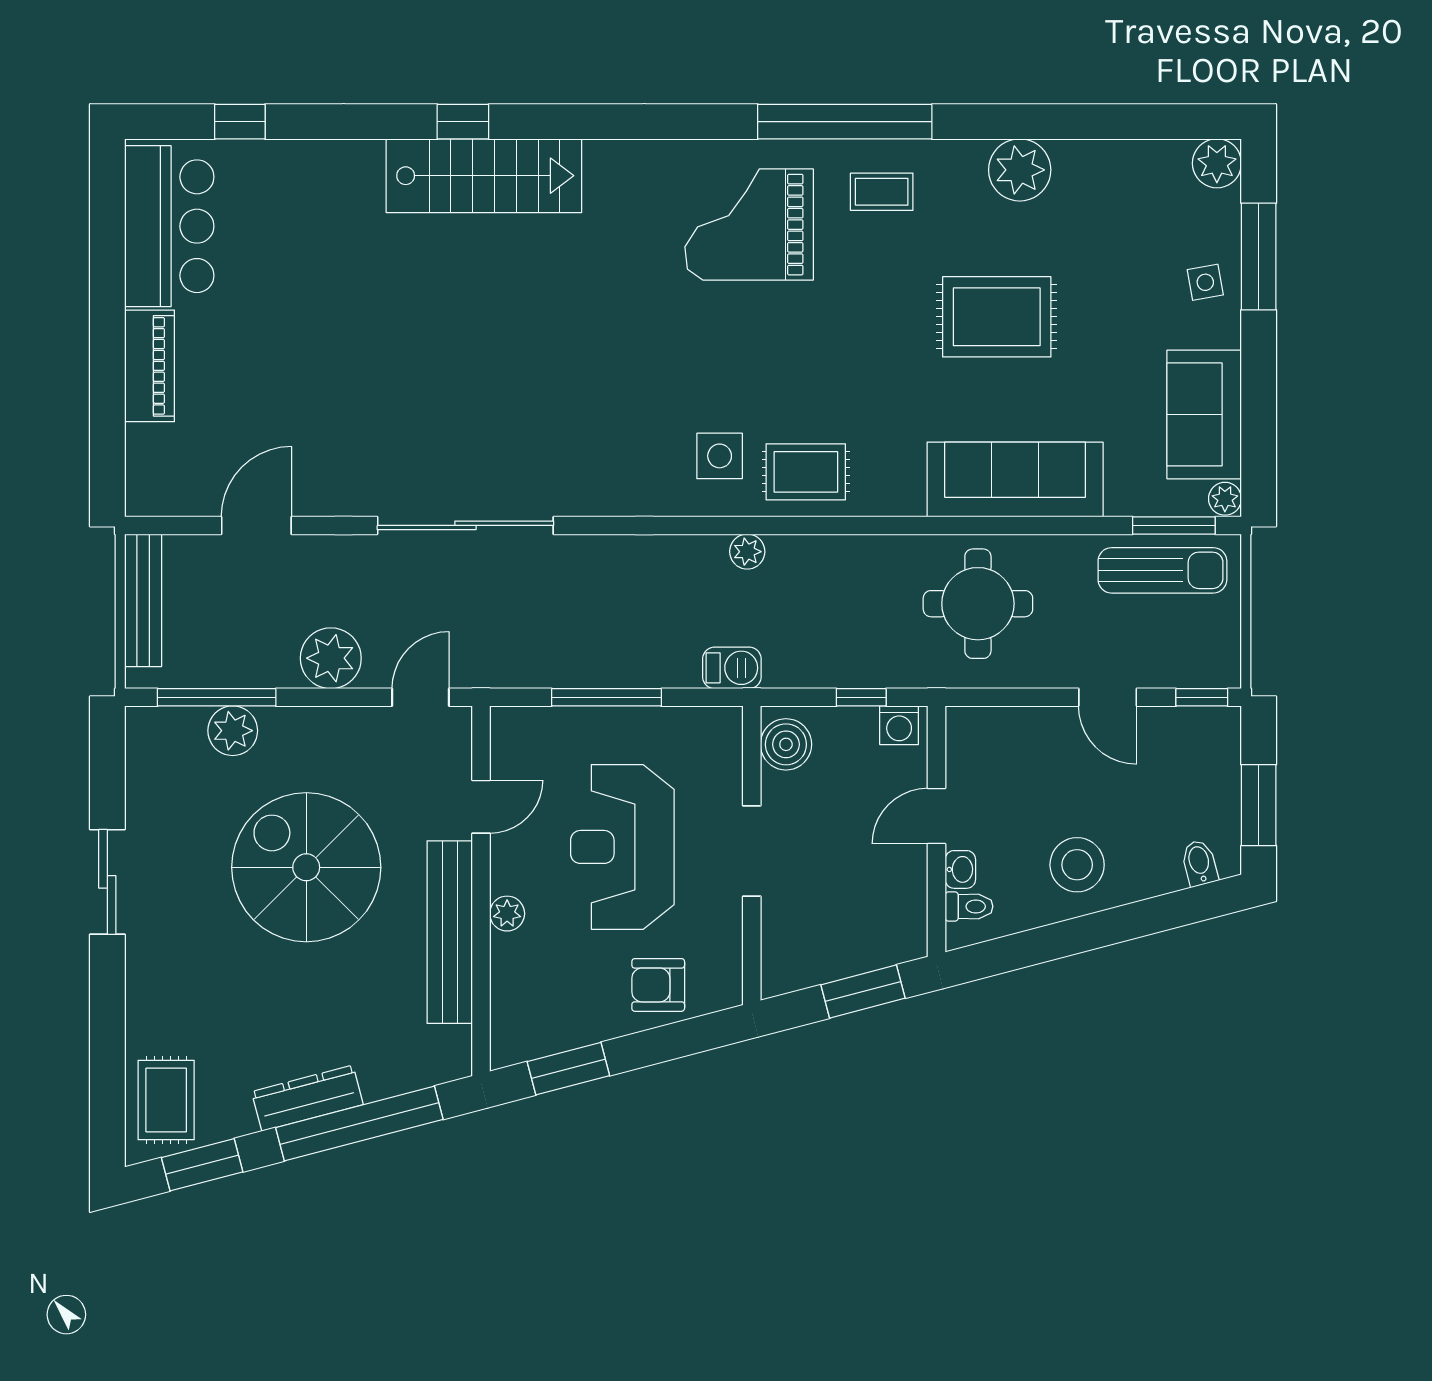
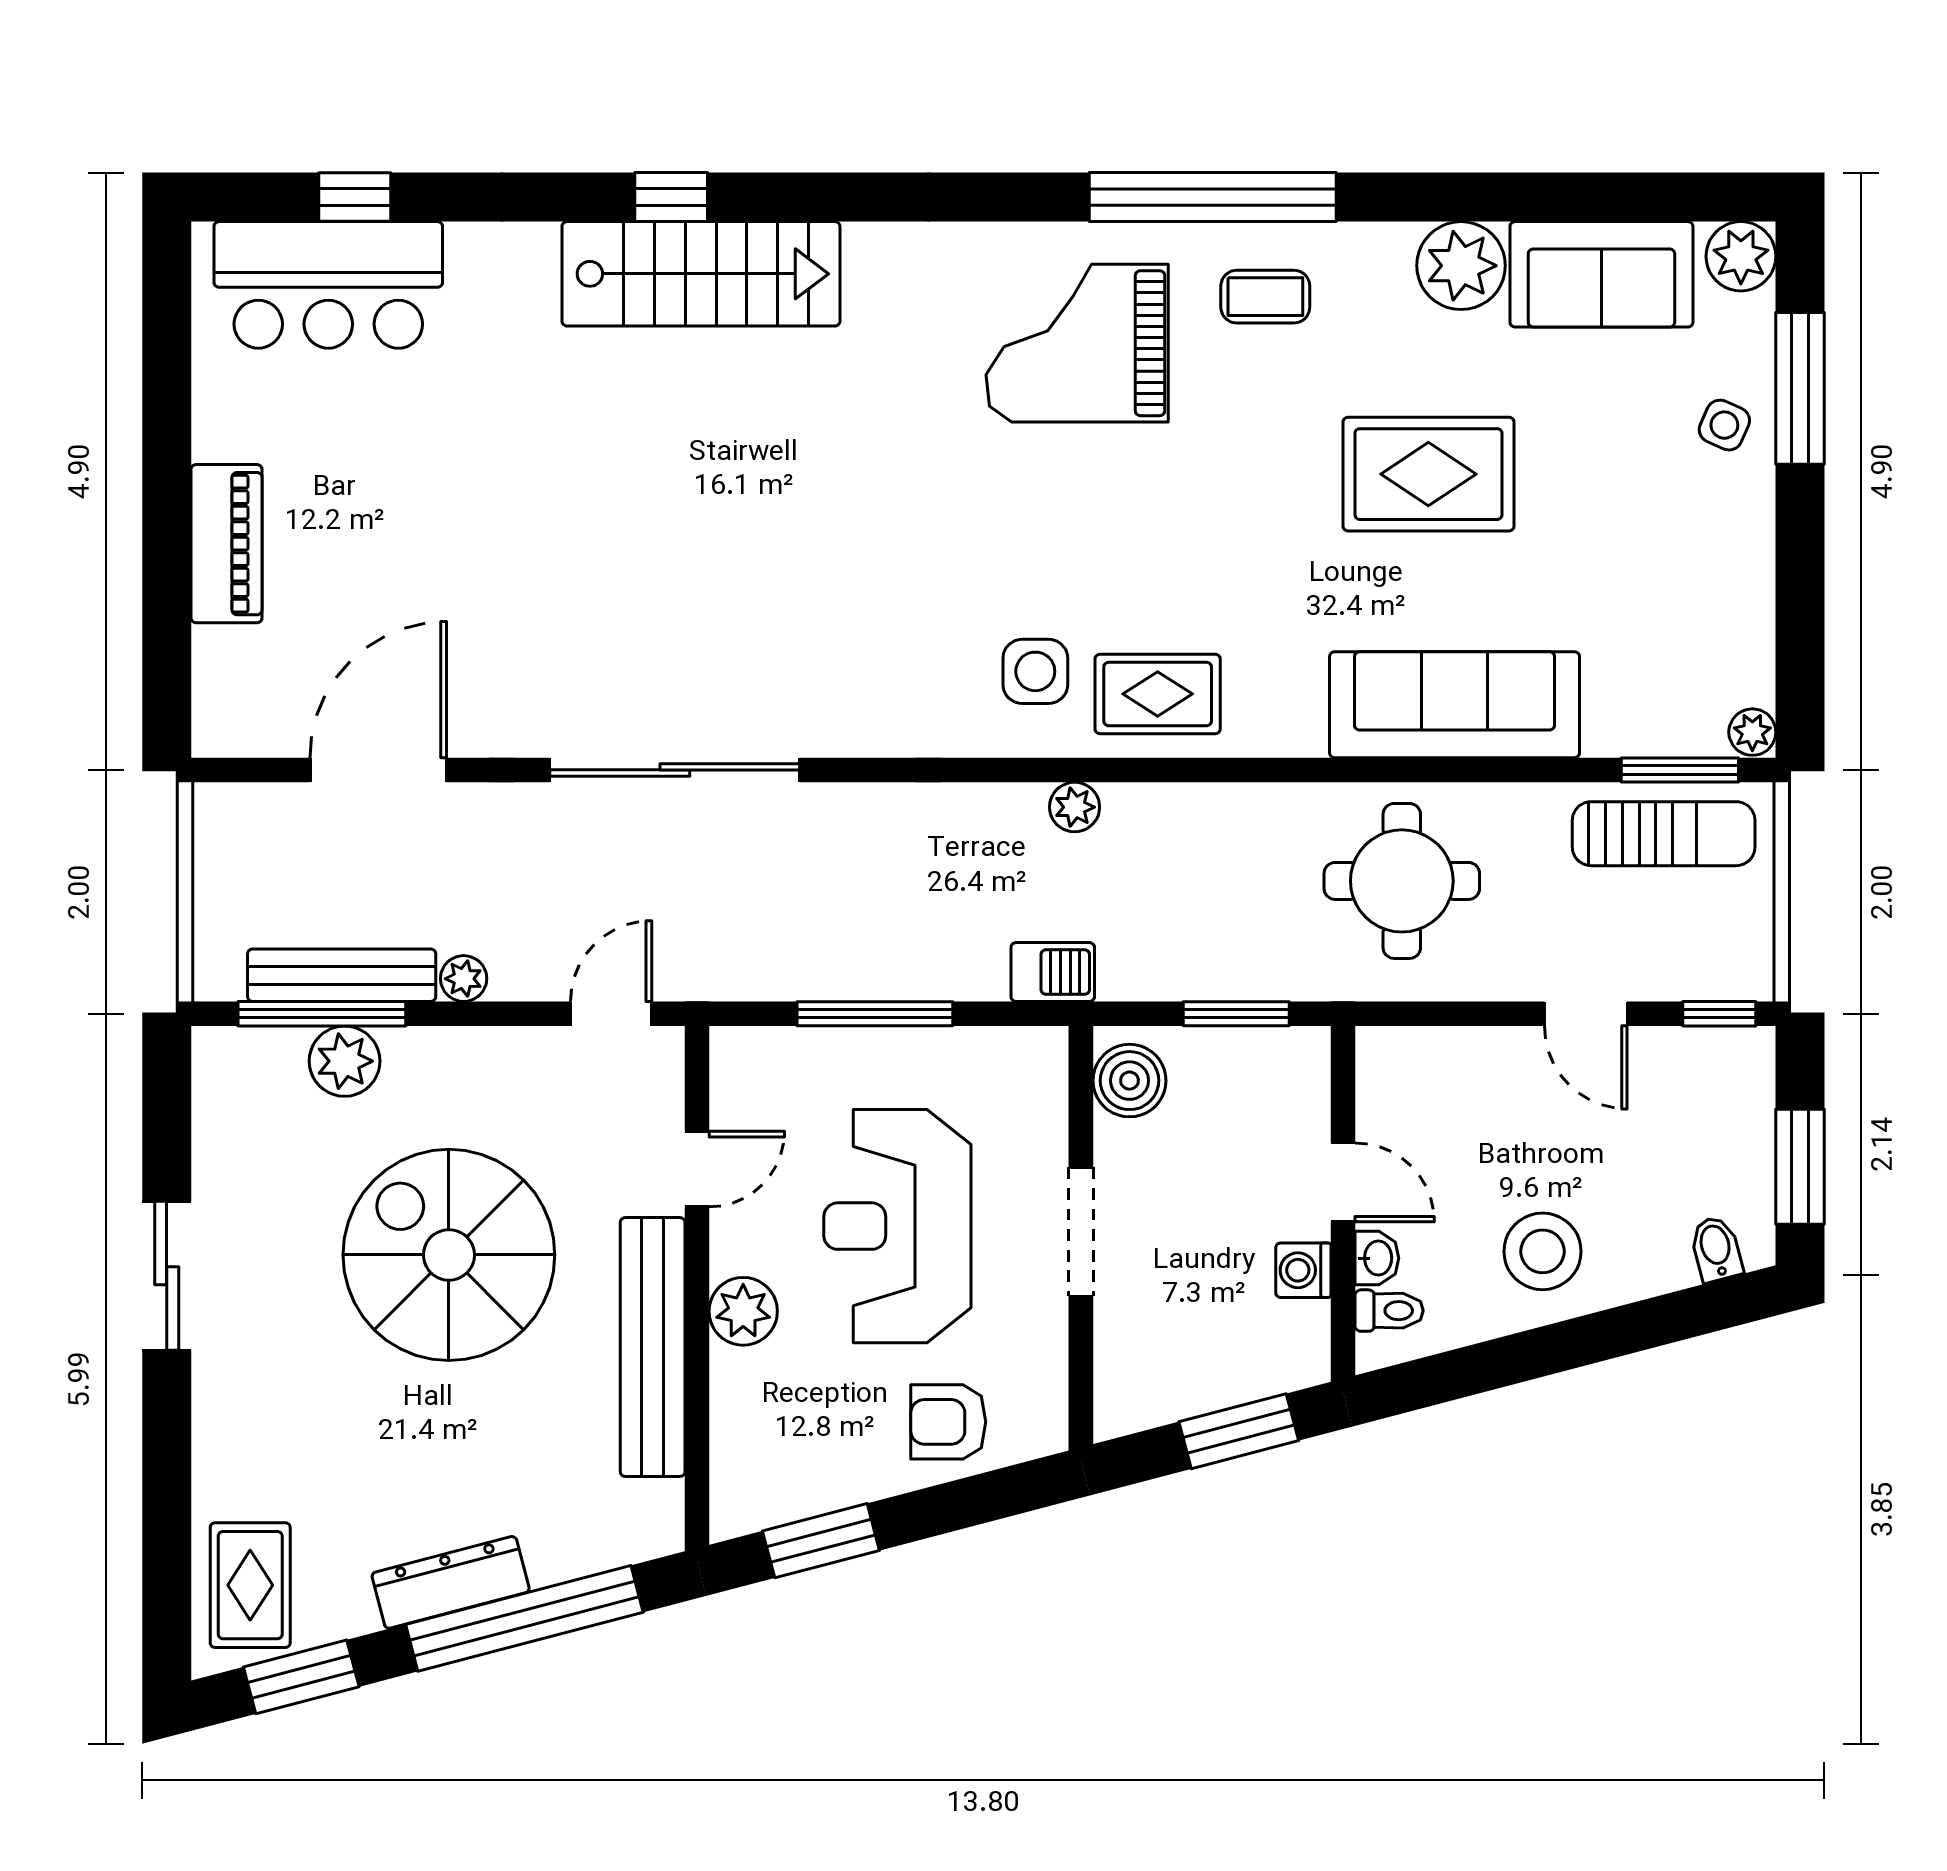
bar counter: (169, 226) -> (328, 285), moved, turned 90
side table: (1205, 282) -> (1724, 425), turned 34
sofa: (1204, 414) -> (1601, 274), moved, turned -90
door: (256, 525) -> (378, 770), width x1.36
bench: (143, 600) -> (342, 975), moved, turned 90
plant: (331, 658) -> (464, 979), width x0.53, depth x0.53
window: (861, 697) -> (1236, 1014), width x1.50
washing machine: (899, 725) -> (1303, 1270), moved, turned 90
door: (936, 816) -> (1343, 1182), swing flipped
plant: (507, 914) -> (743, 1311), width x1.38, depth x1.38

